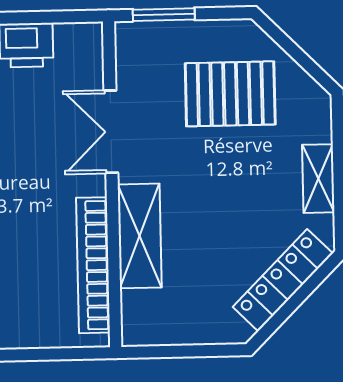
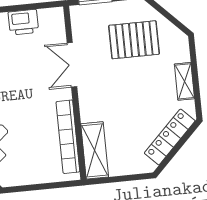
shelving: (140, 236) -> (95, 150), moved

